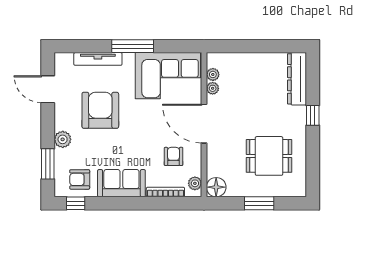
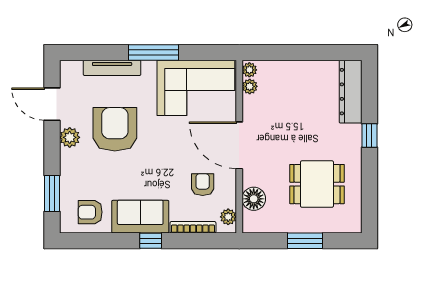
plant: (213, 88) -> (249, 70), moved
plant: (63, 139) -> (70, 137), moved
floor lamp: (216, 187) -> (254, 199), moved
window: (76, 203) -> (151, 241), moved

